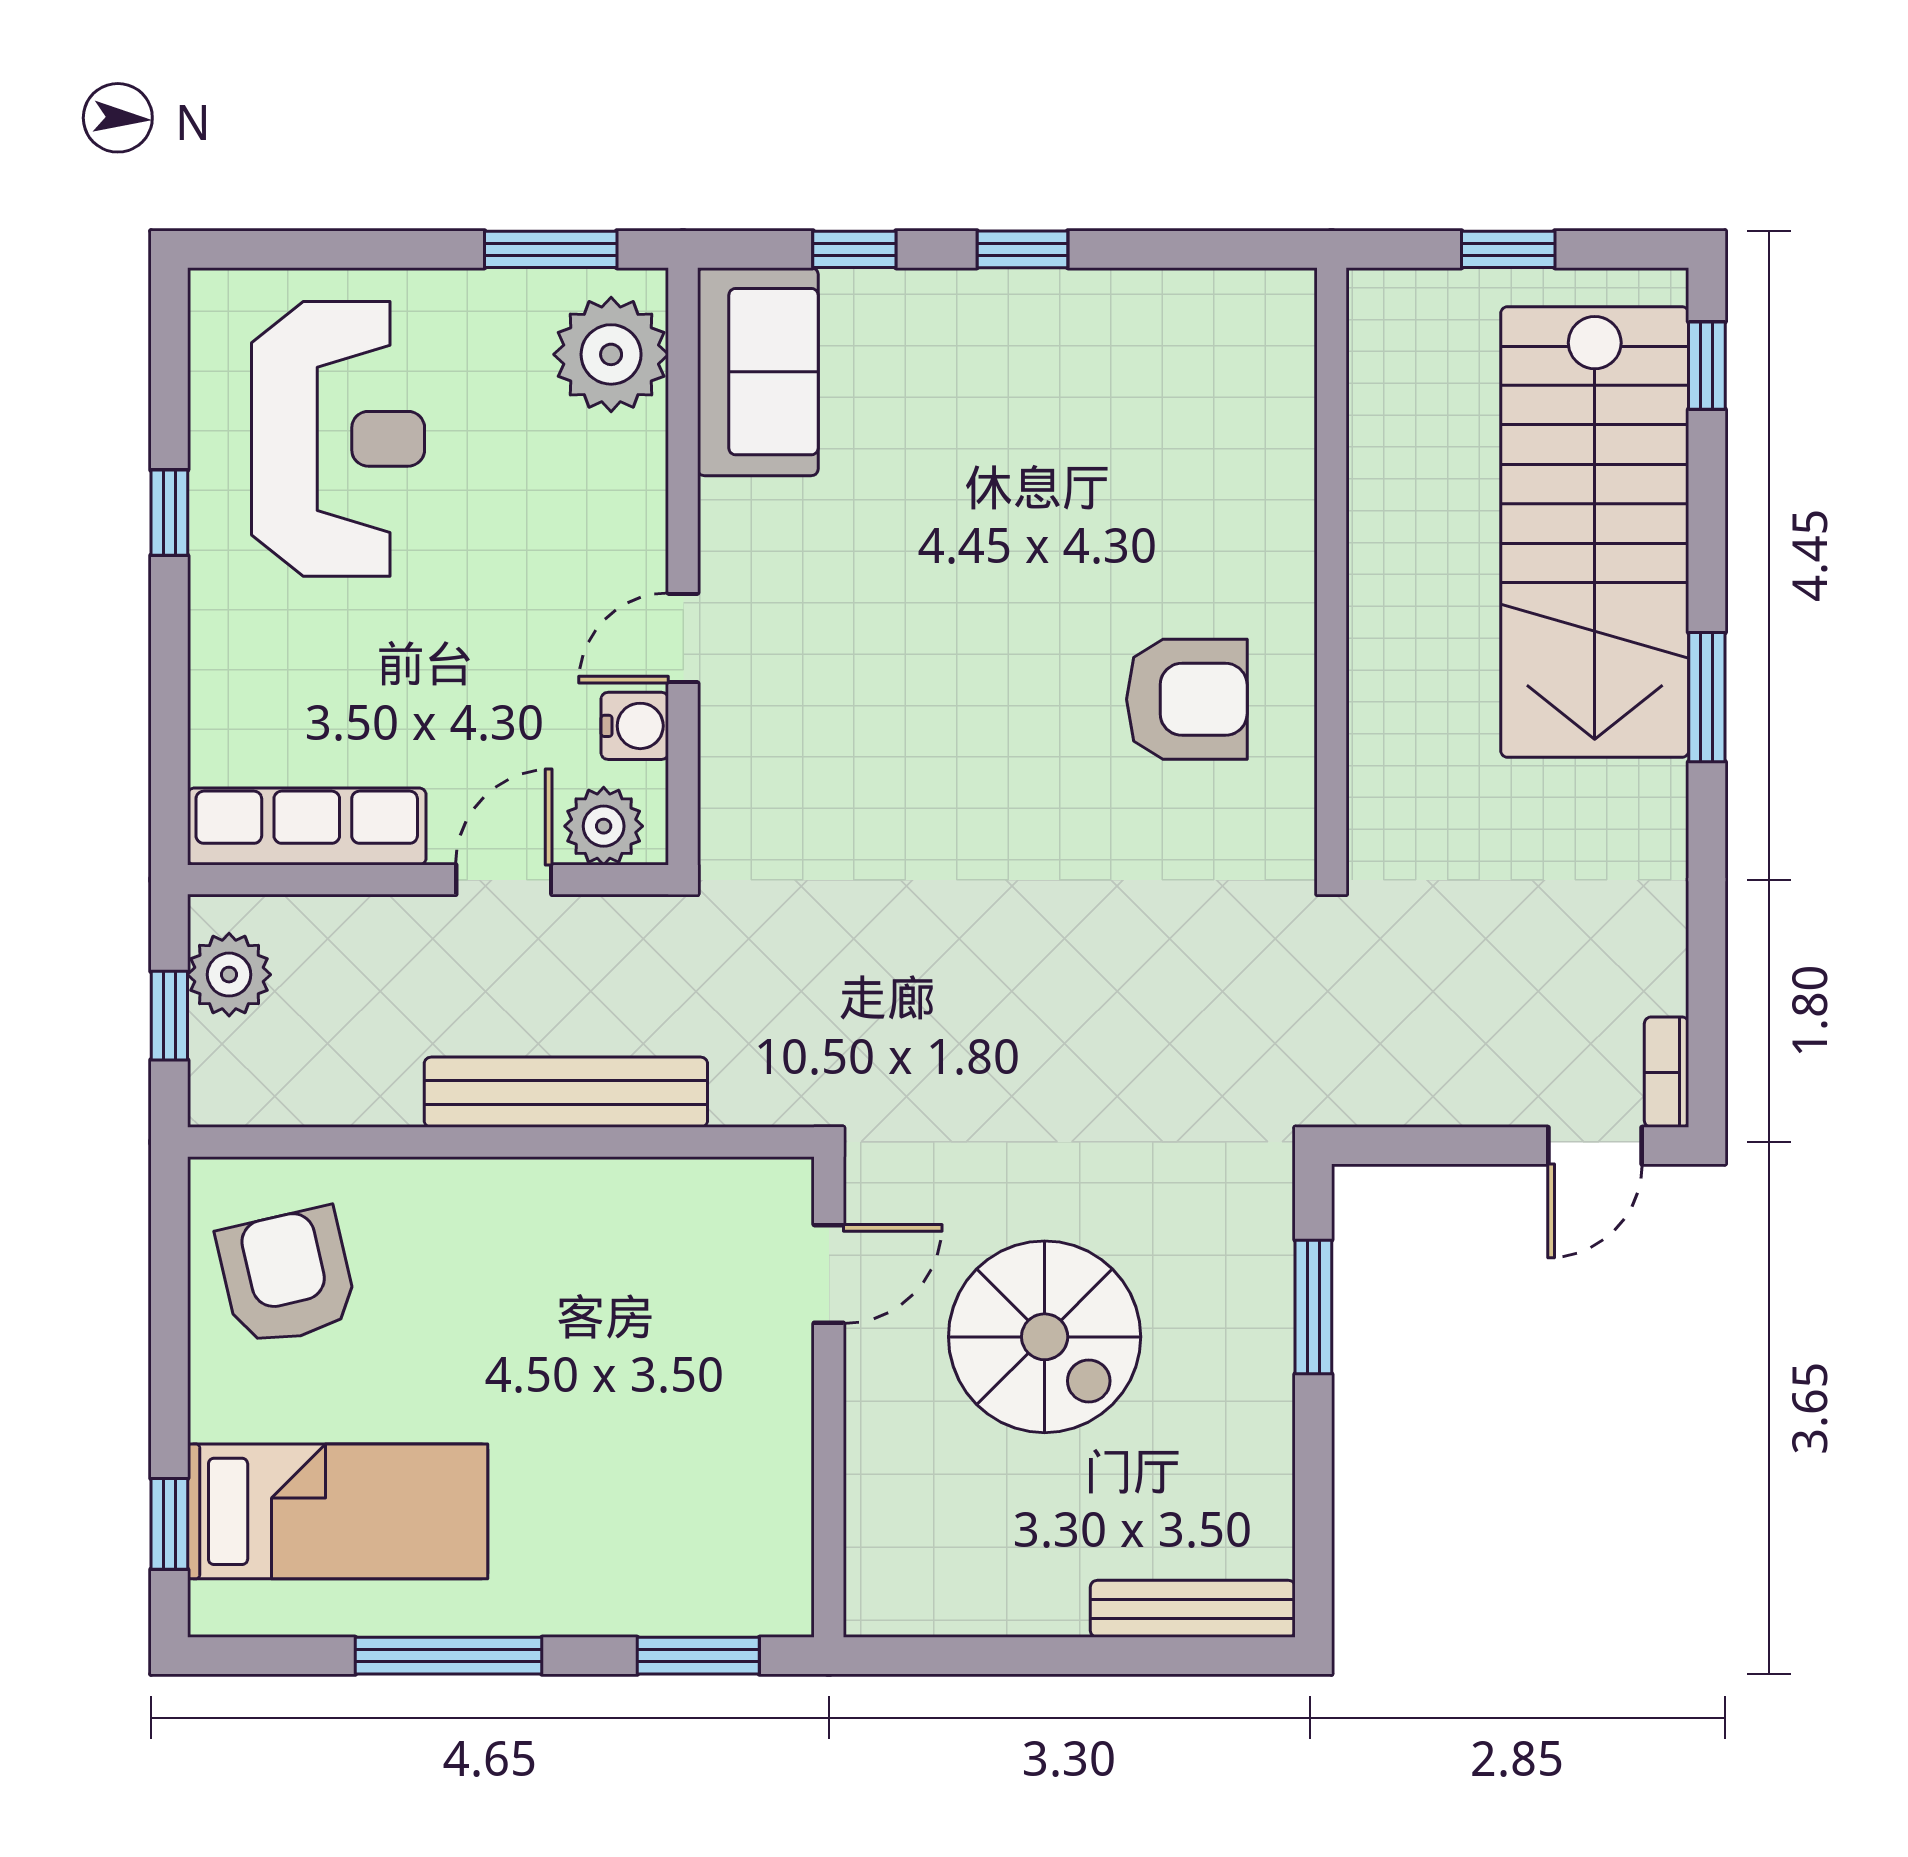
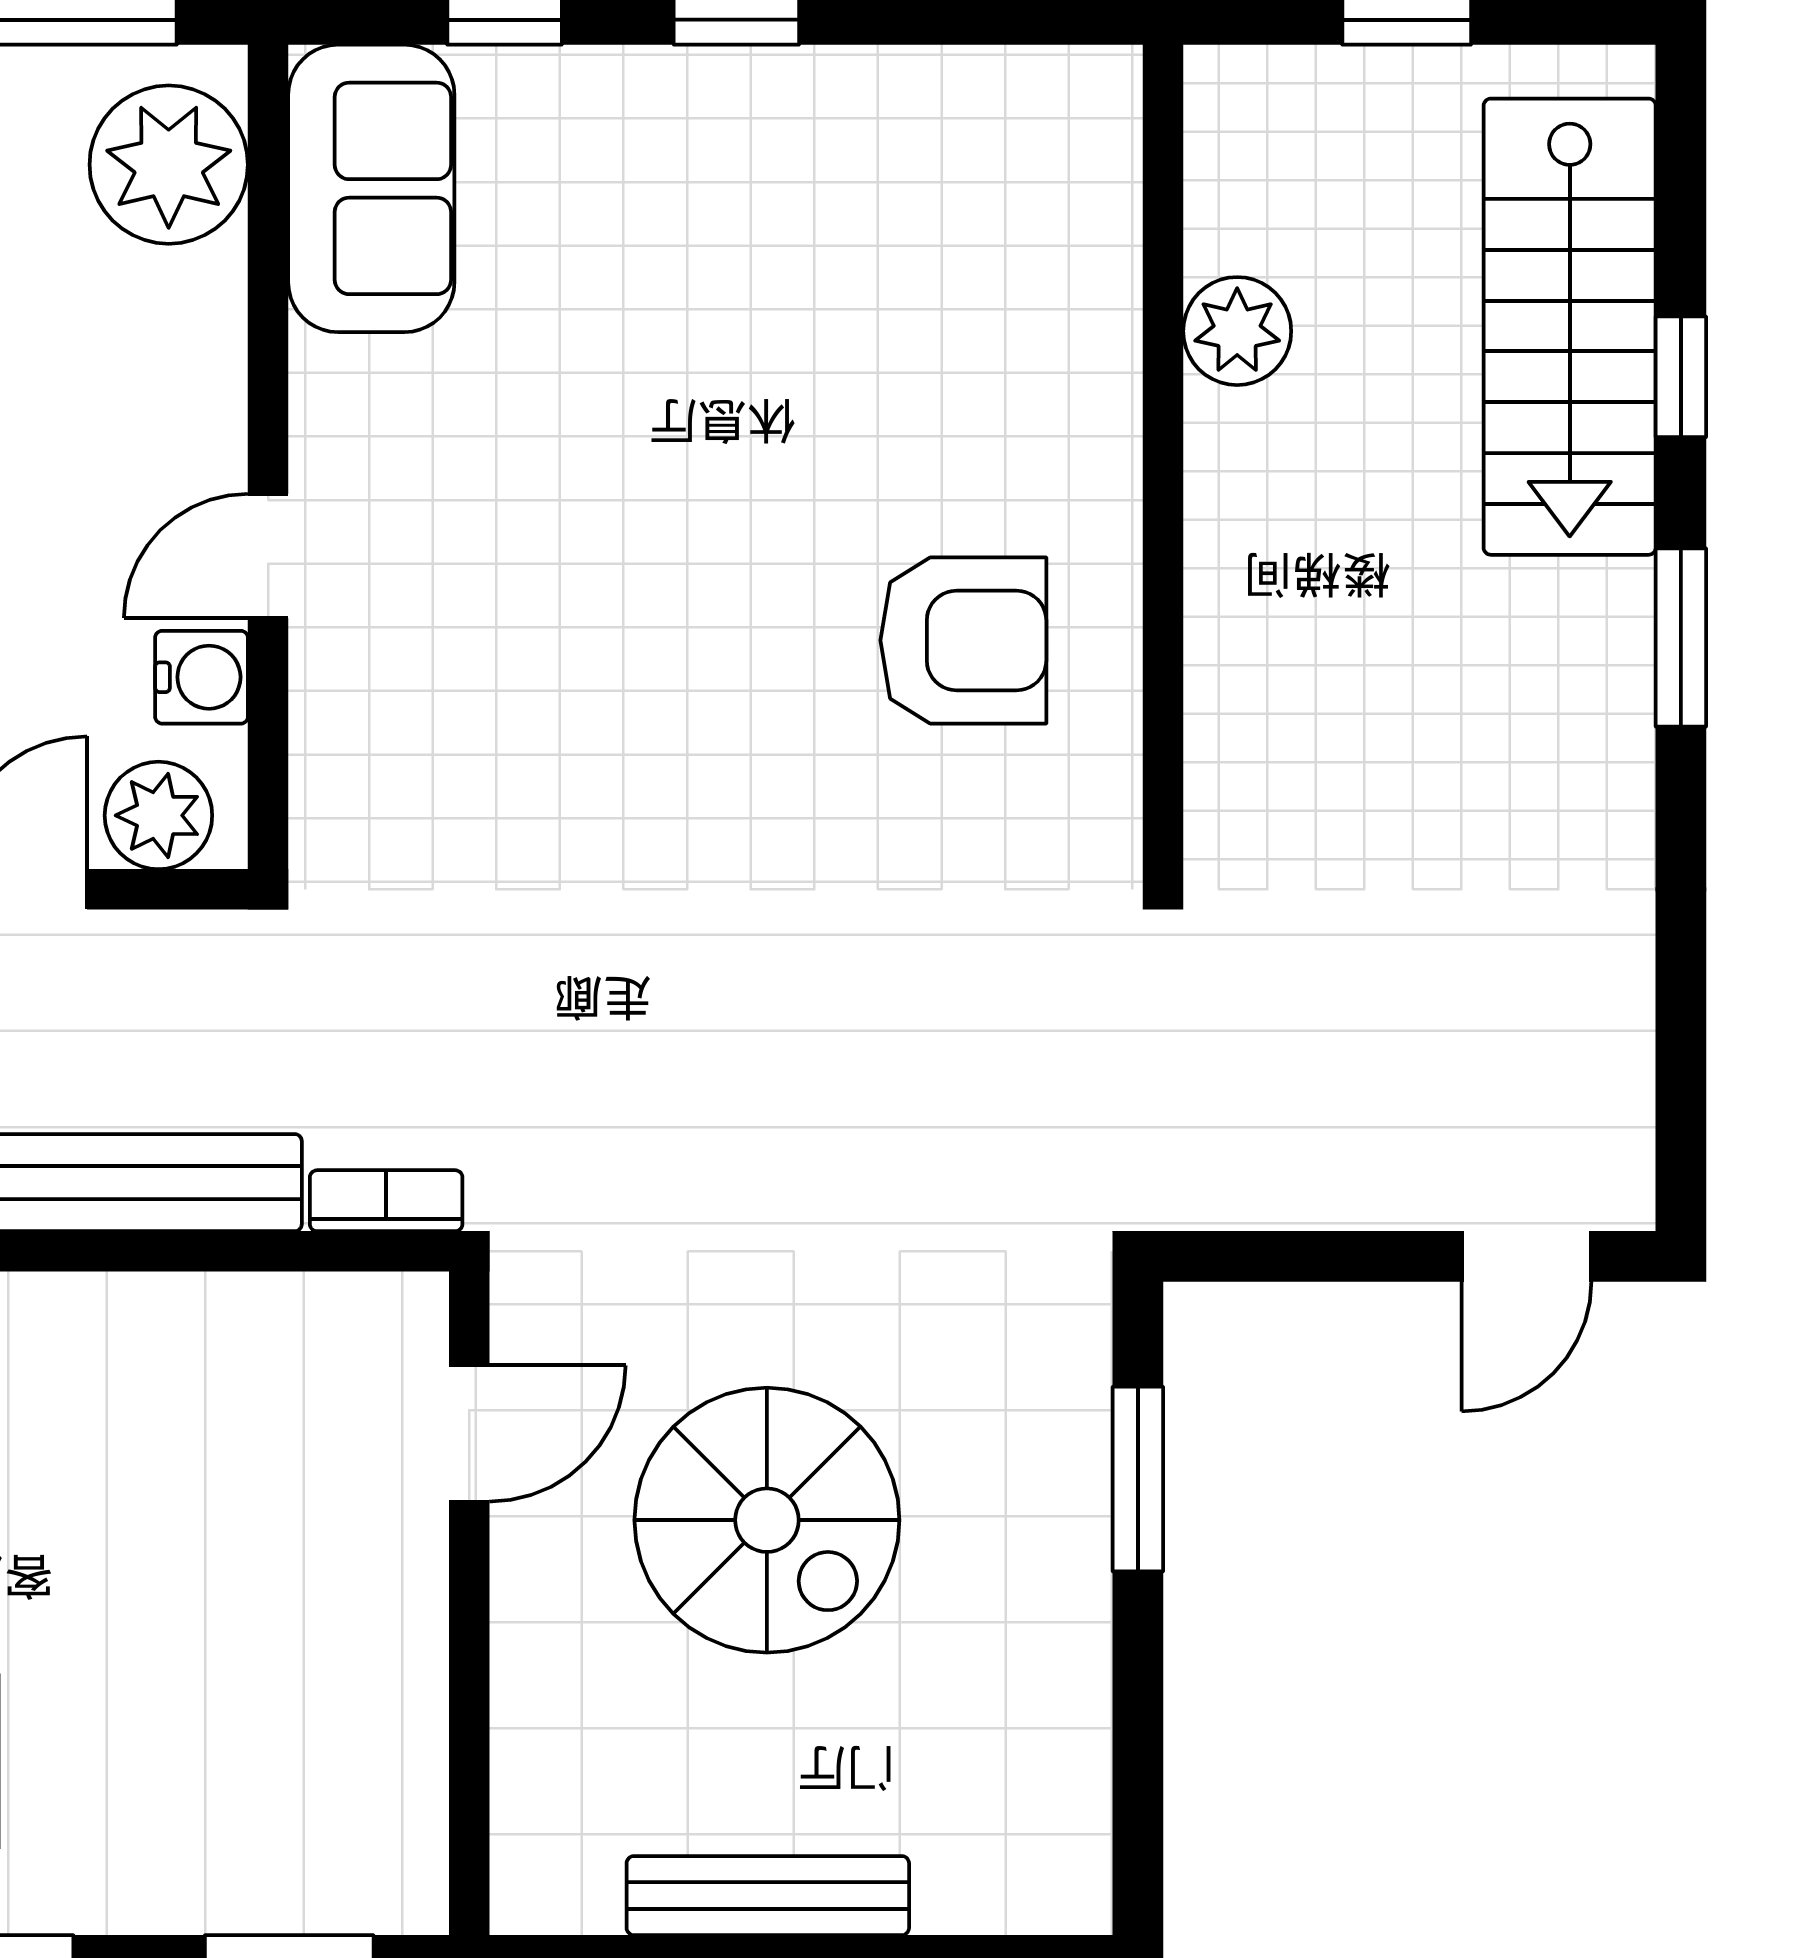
window: (1707, 366) -> (1681, 377), moved
plant: (1385, 475) -> (1237, 331), added
stairs: (1595, 532) -> (1570, 327), width x0.73, depth x0.66
bookcase: (1667, 1072) -> (386, 1201), moved, turned 90
bench: (1193, 1609) -> (768, 1896), moved

